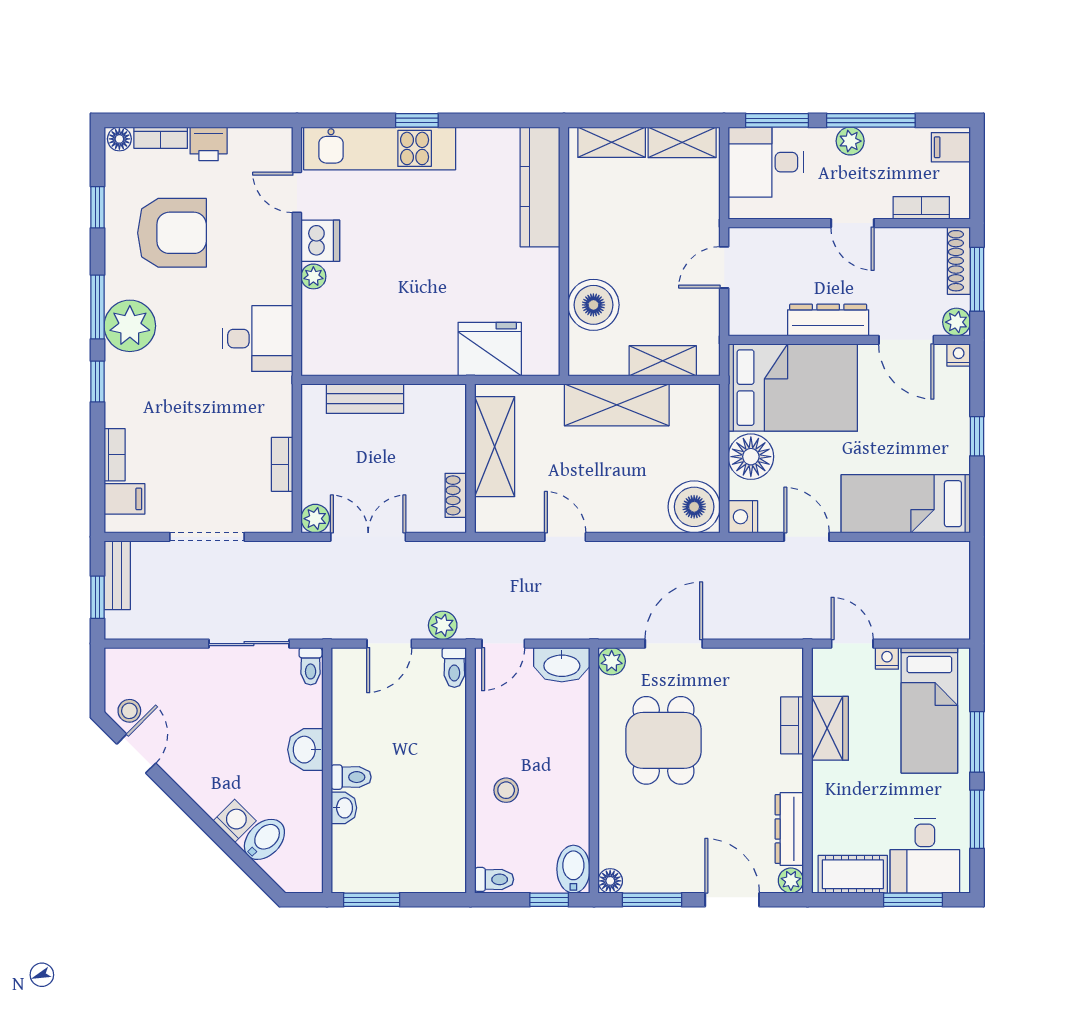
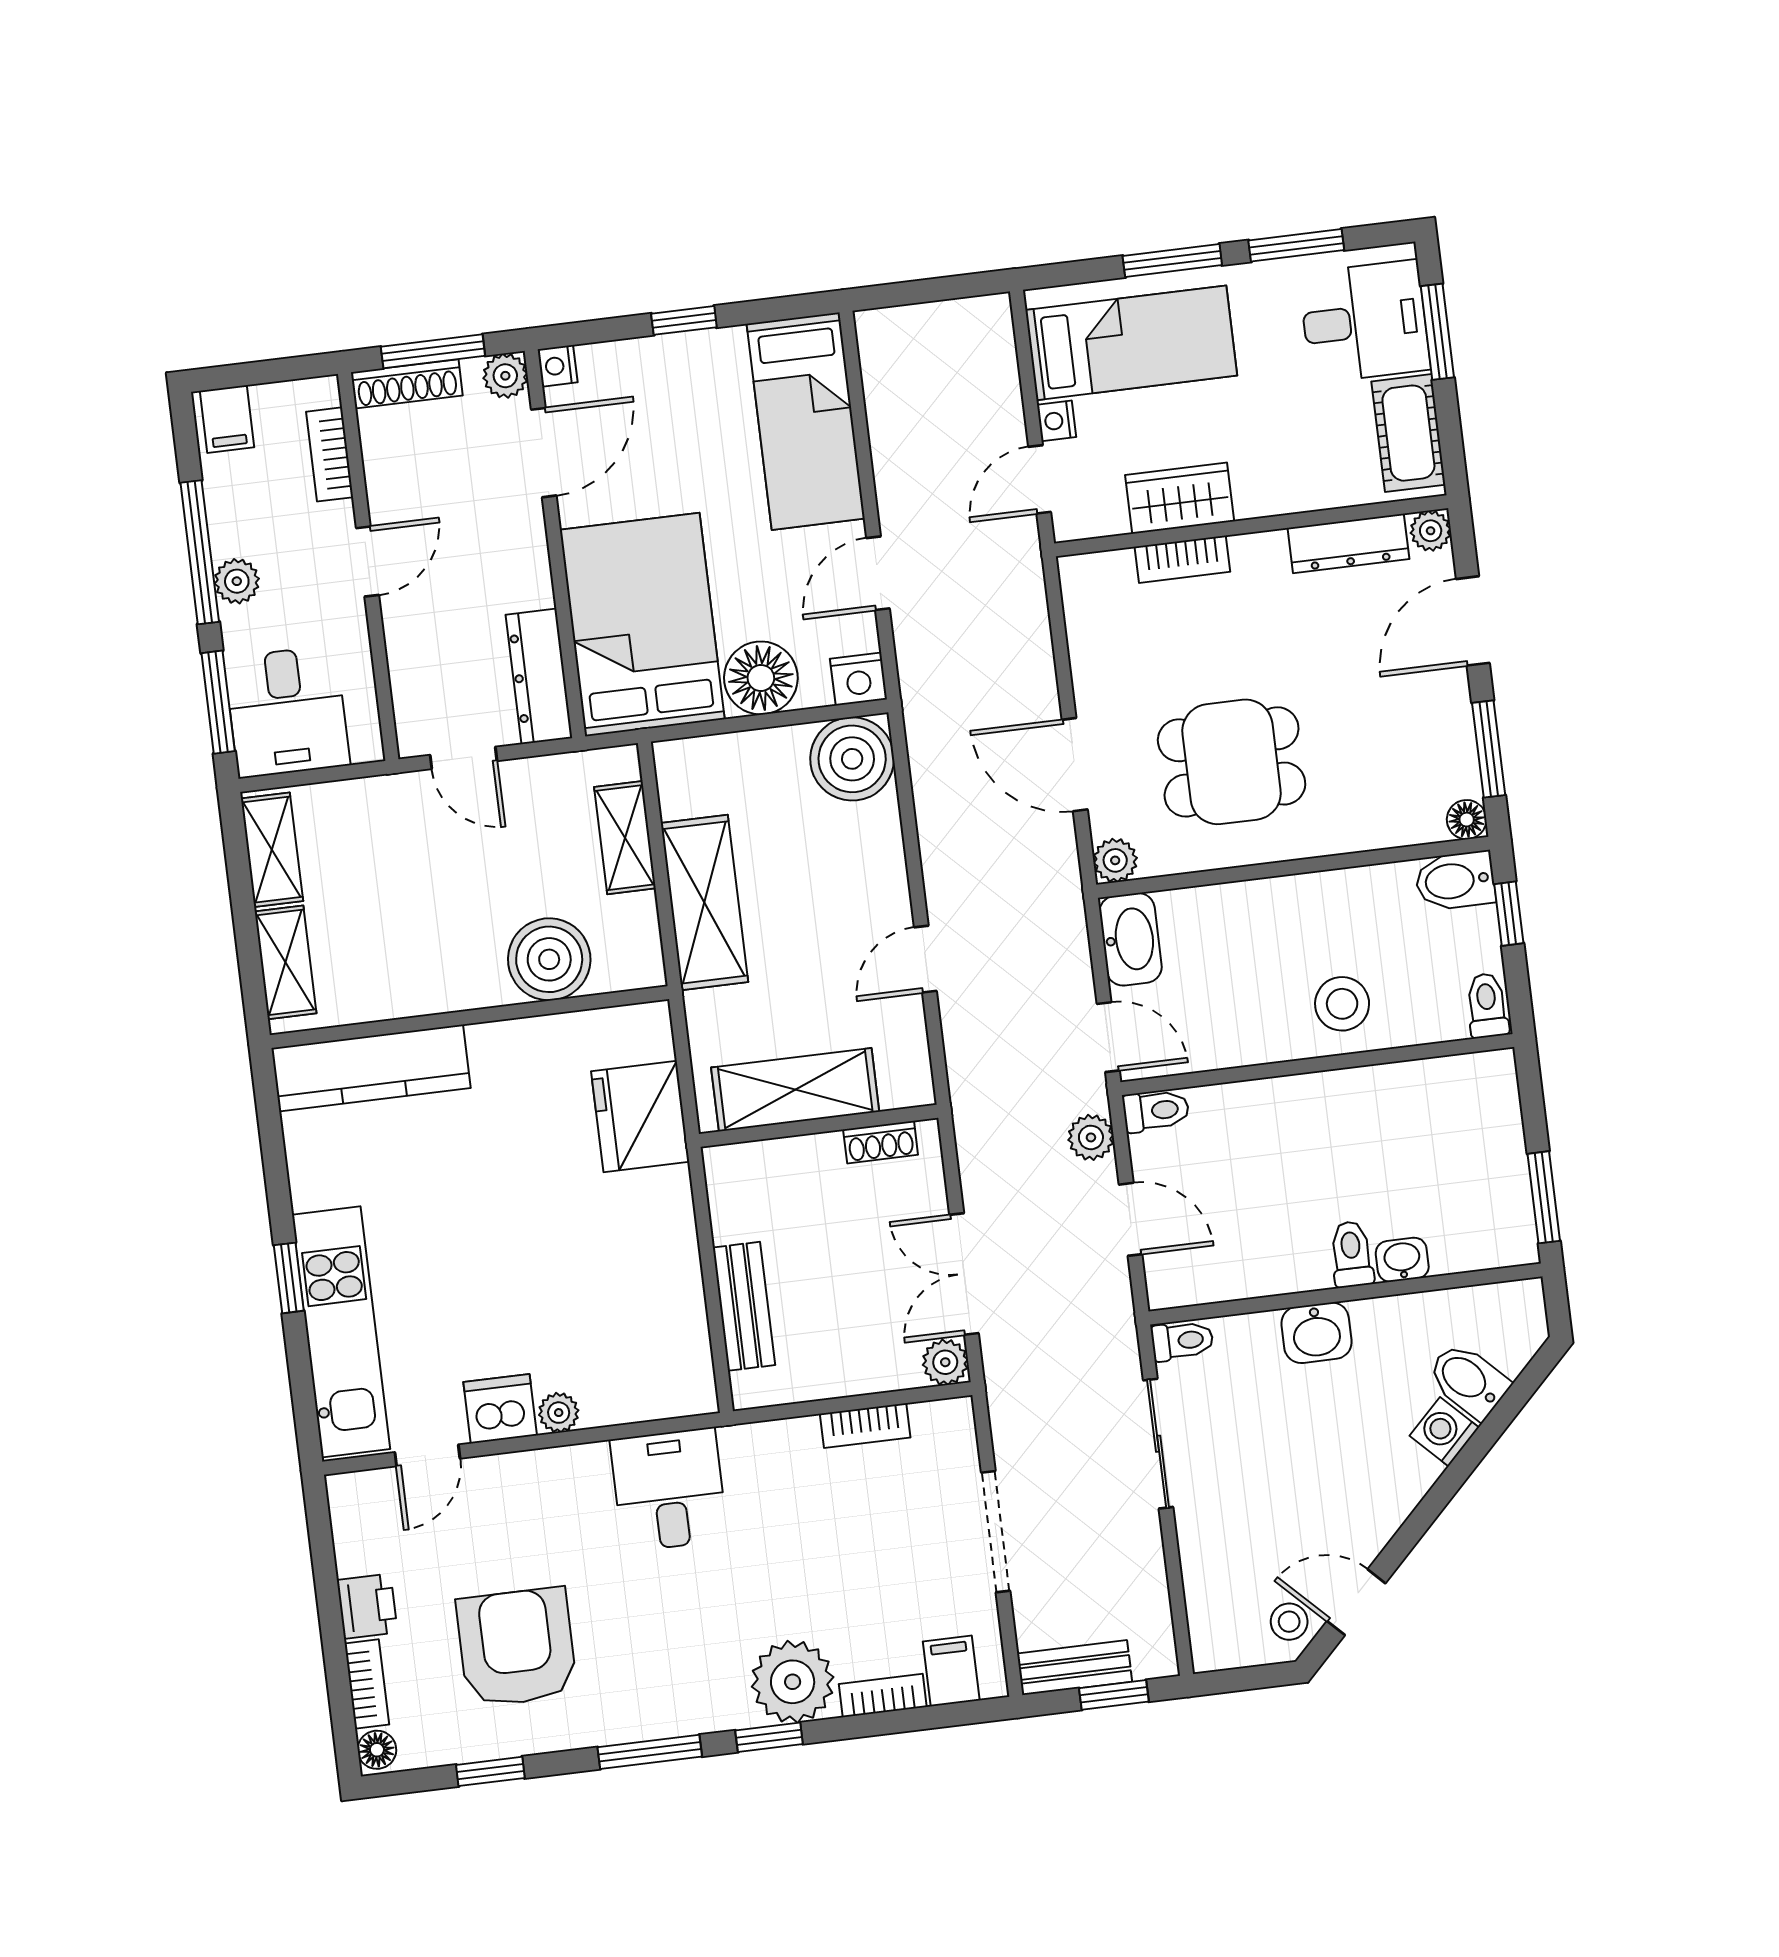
dresser: (828, 320) -> (539, 676), moved
plant: (130, 326) -> (793, 1682), moved
stool: (506, 790) -> (1342, 1004), width x1.37, depth x1.37

